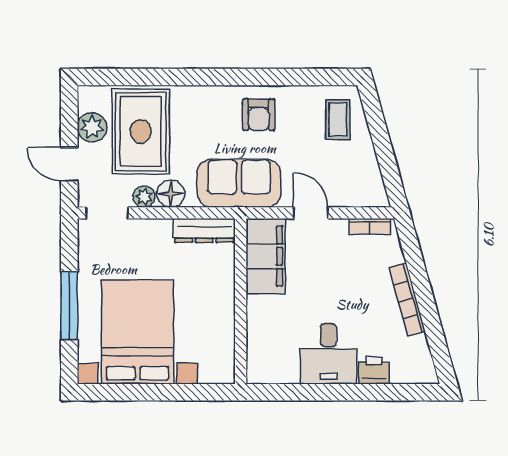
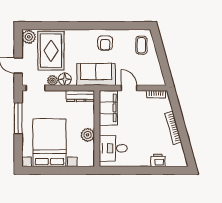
plant: (92, 127) -> (29, 37), moved
window: (69, 306) -> (18, 118), moved
plant: (220, 315) -> (88, 135), added
desk: (328, 354) -> (113, 148), moved, turned 90

